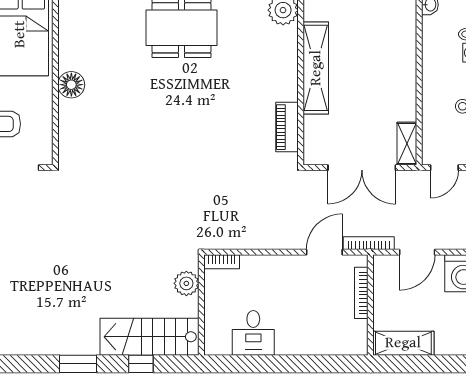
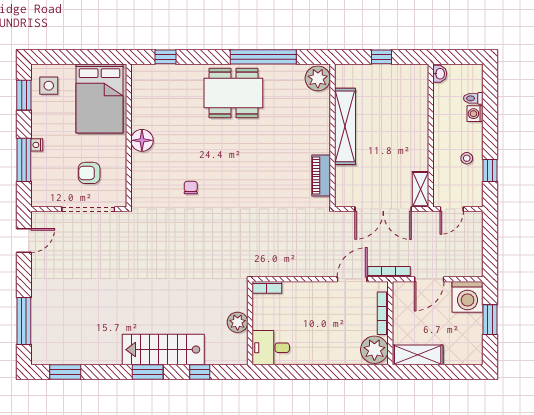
chair: (130, 142) -> (191, 188), added
plant: (186, 283) -> (238, 322), moved
desk: (253, 333) -> (271, 348), moved, turned 90
stairs: (149, 337) -> (163, 350), moved
plant: (351, 337) -> (374, 350), added

